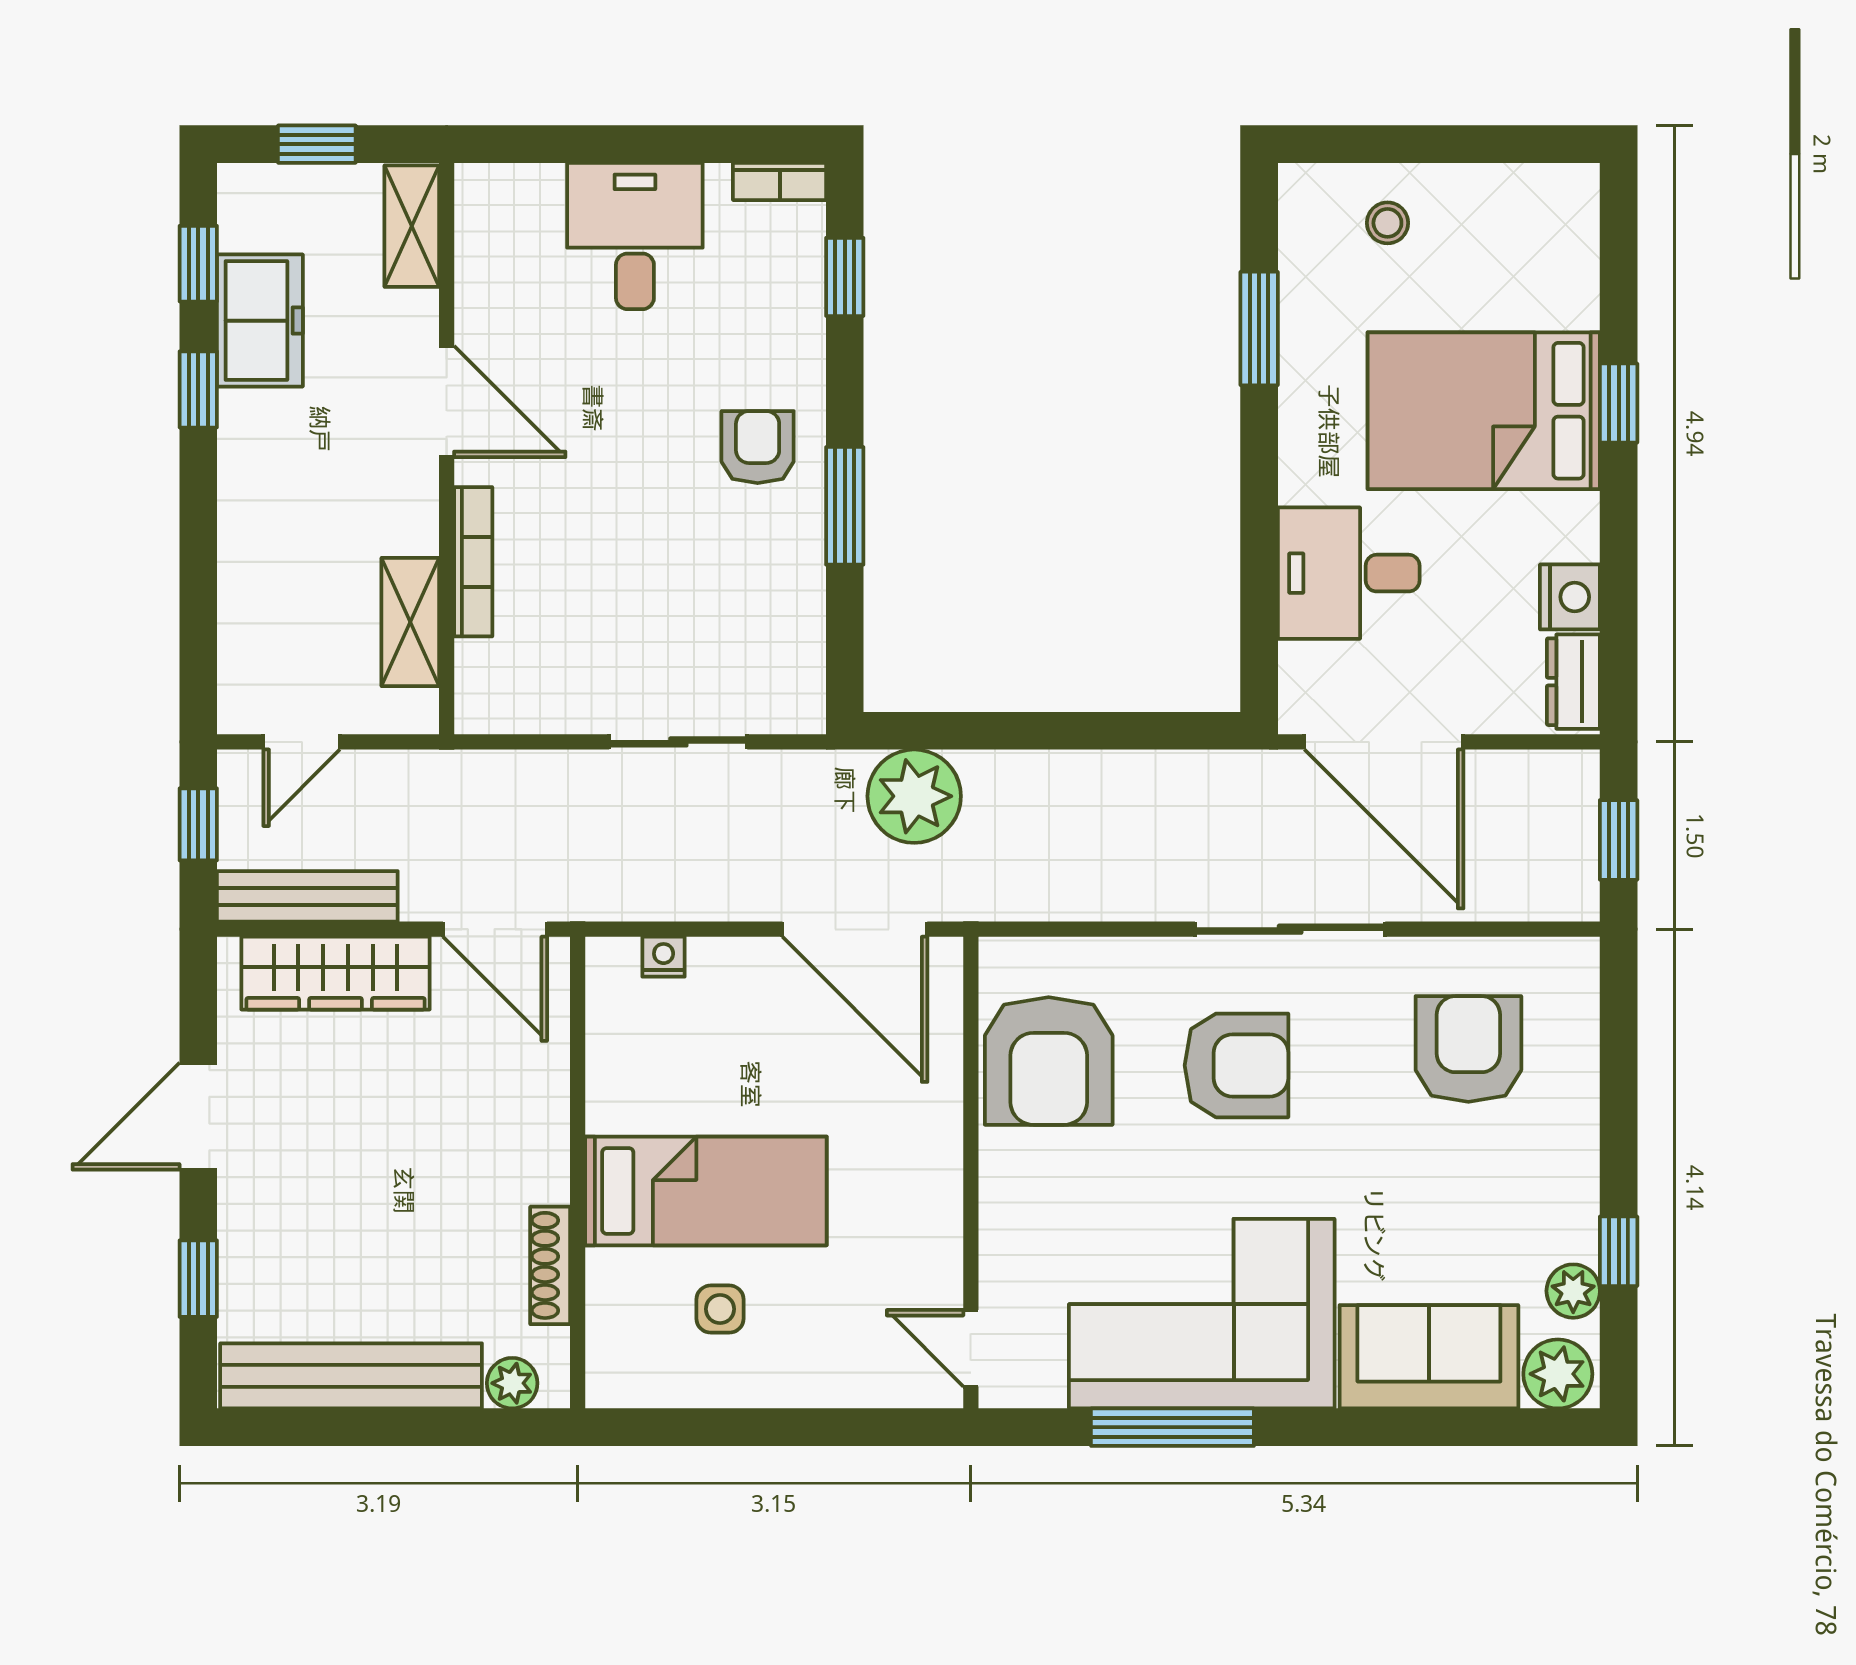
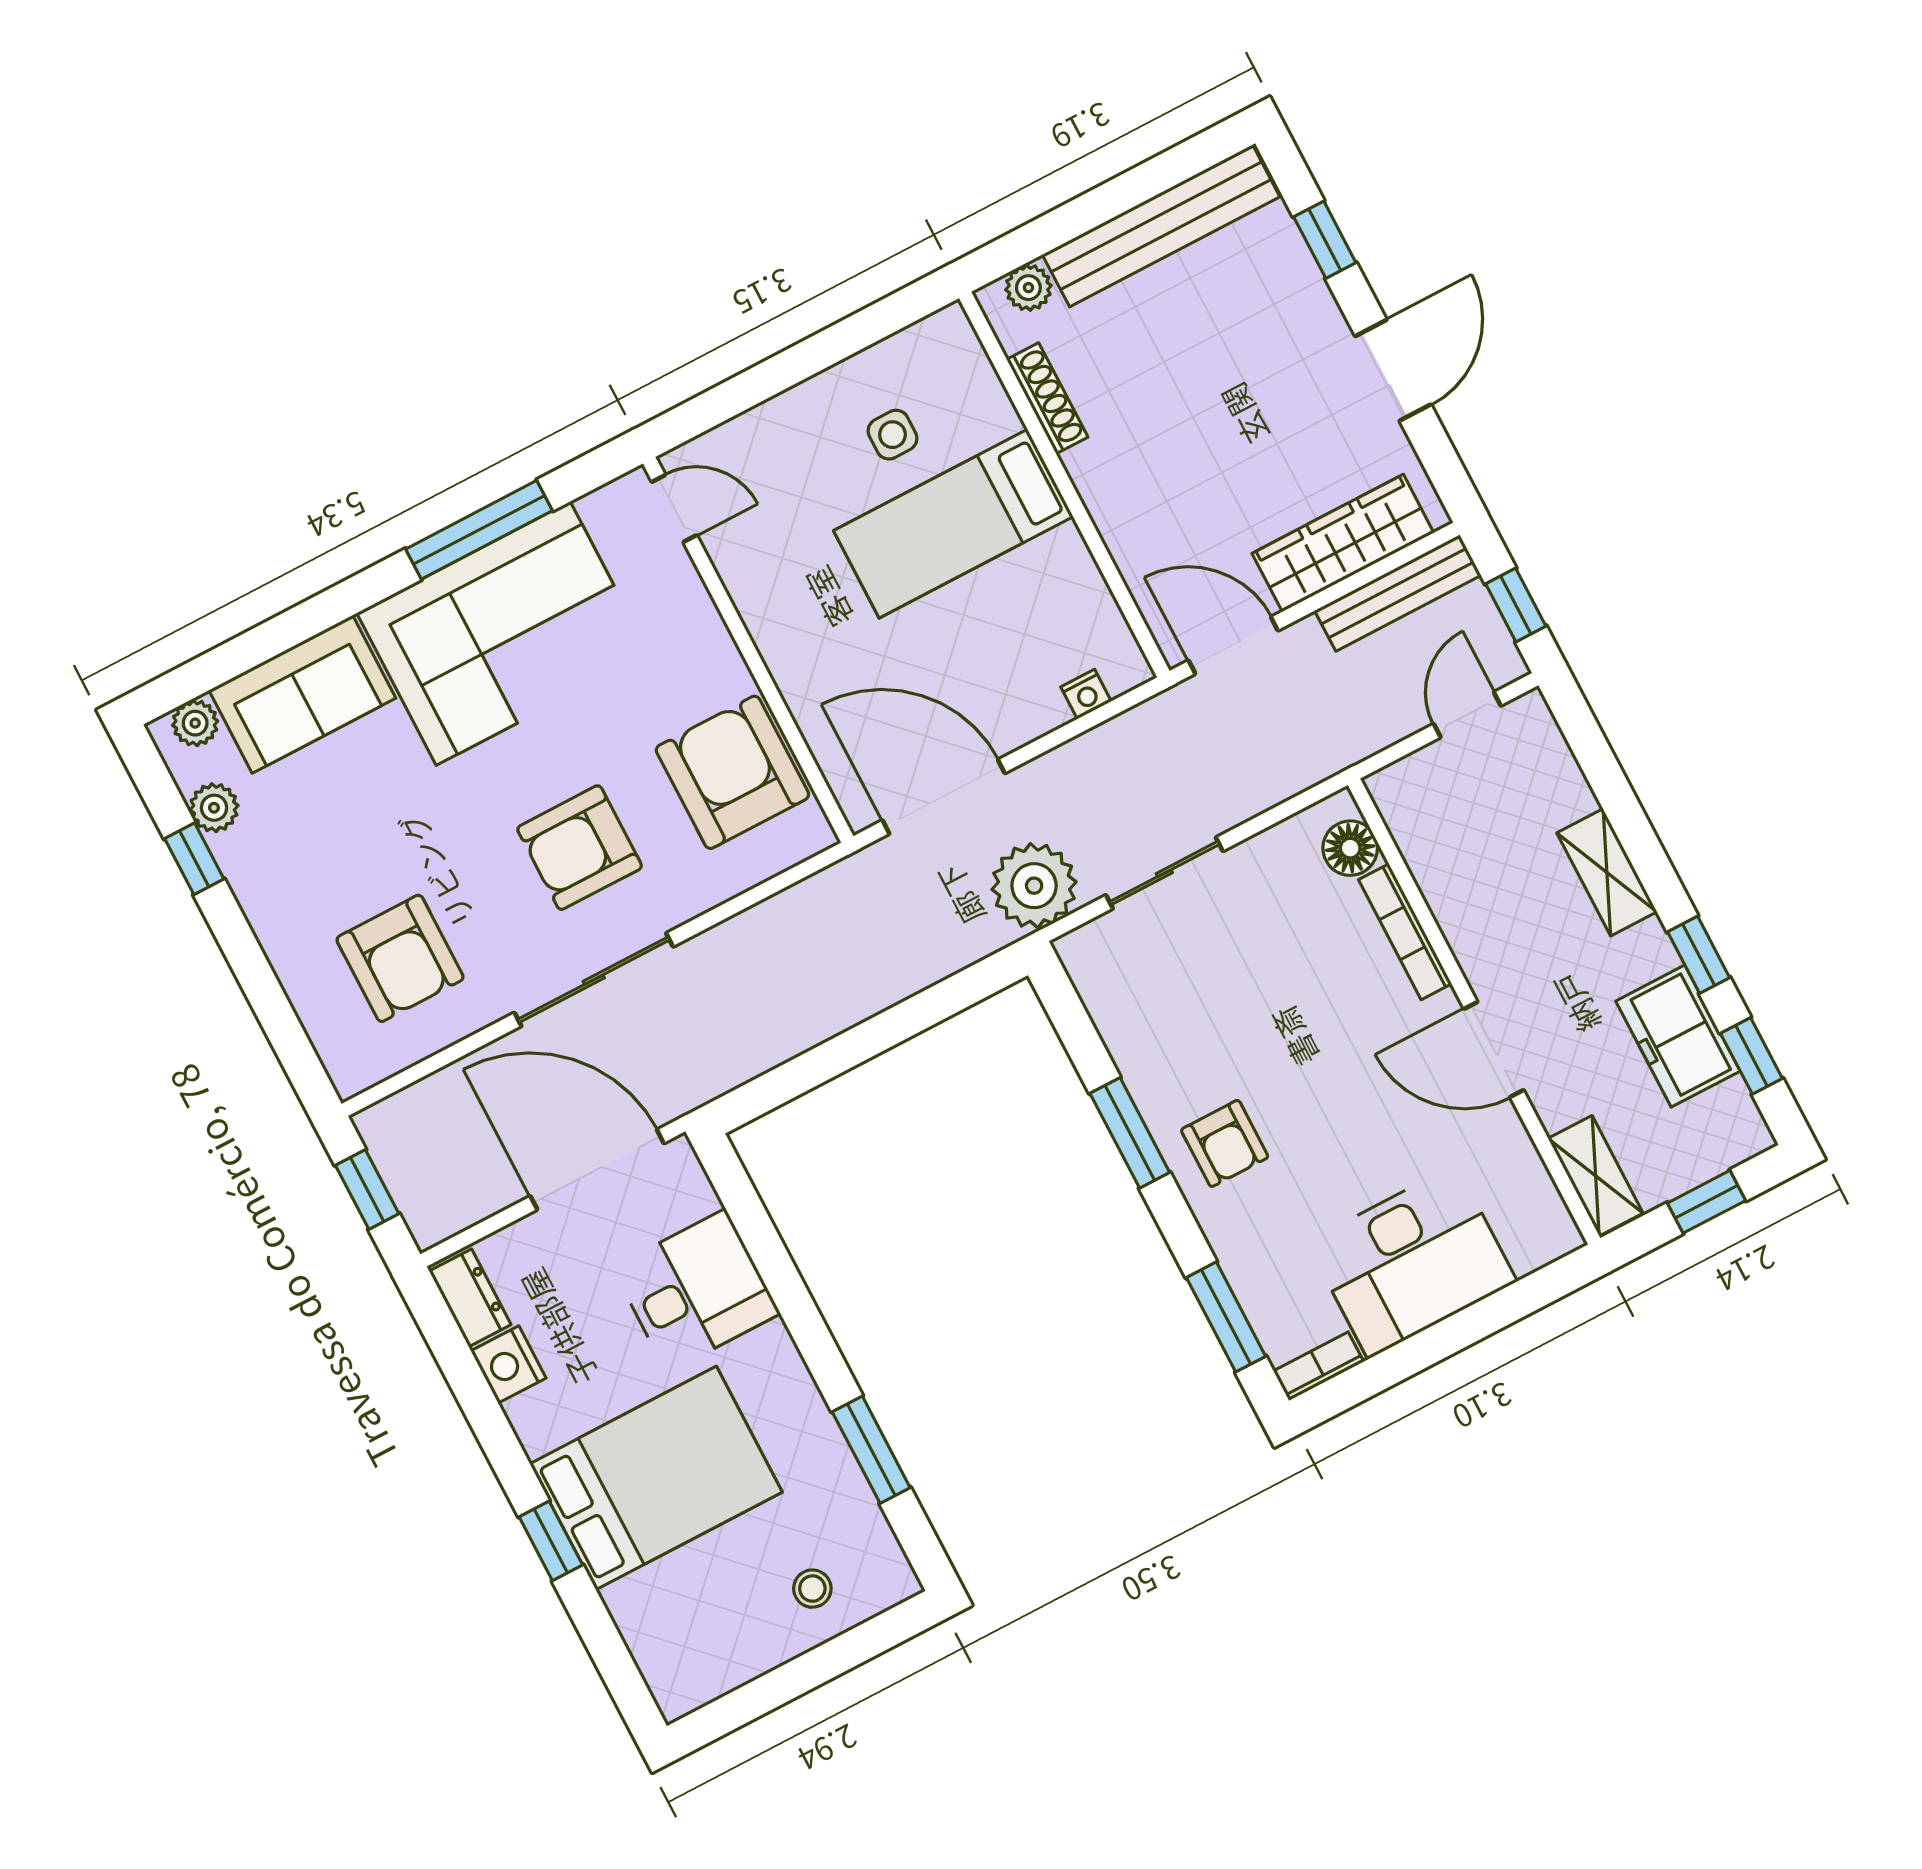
desk: (635, 236) -> (1412, 1262), width x1.37
window: (845, 277) -> (1226, 1317), width x1.50
shelving: (410, 622) -> (1607, 872), moved
floor lamp: (484, 671) -> (1350, 848), added
plant: (914, 796) -> (1034, 886), moved
plant: (1558, 1374) -> (195, 723), width x0.73, depth x0.73

